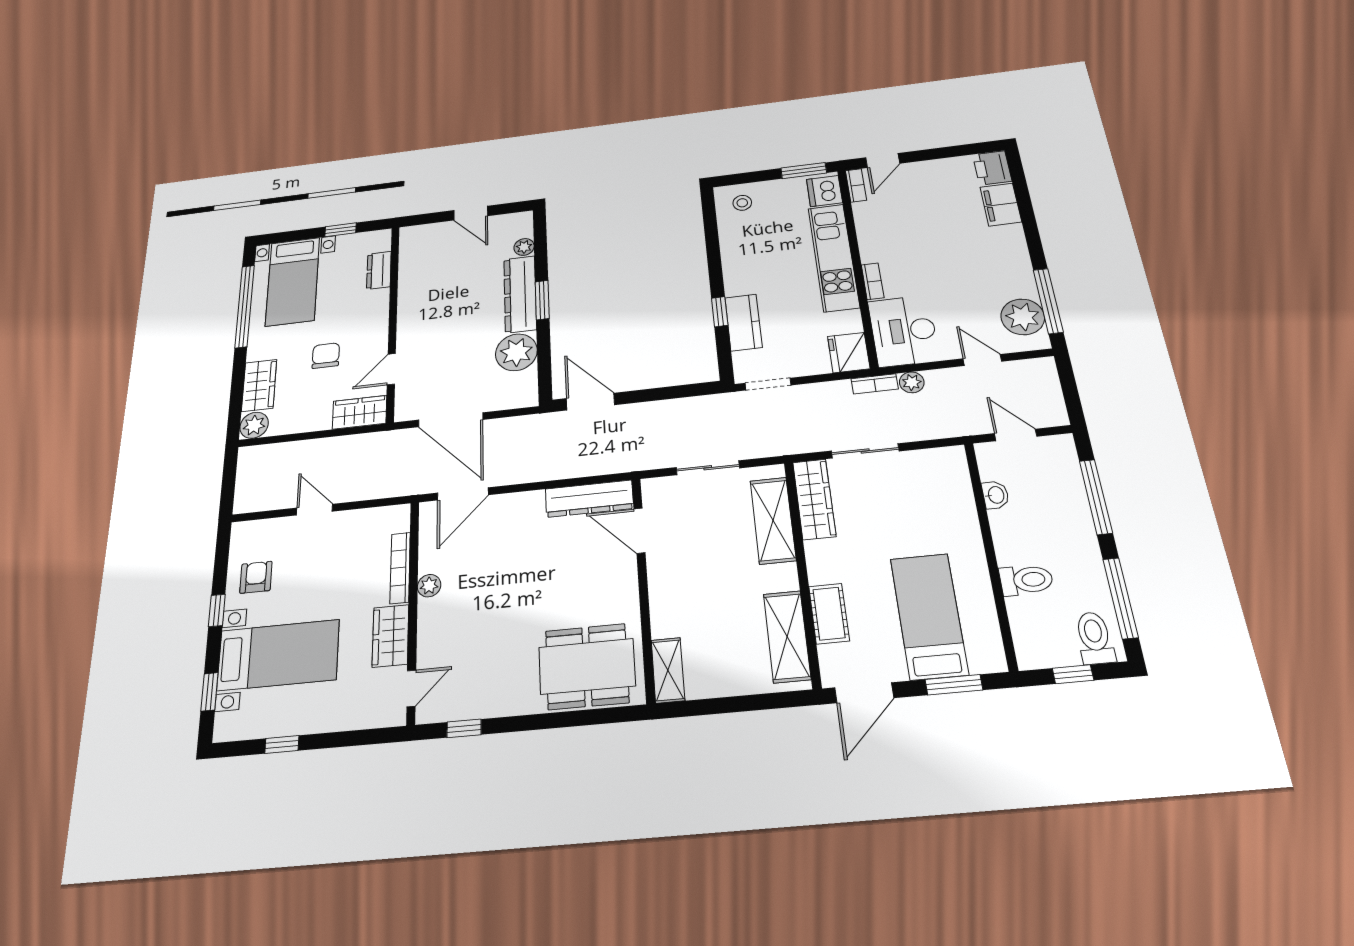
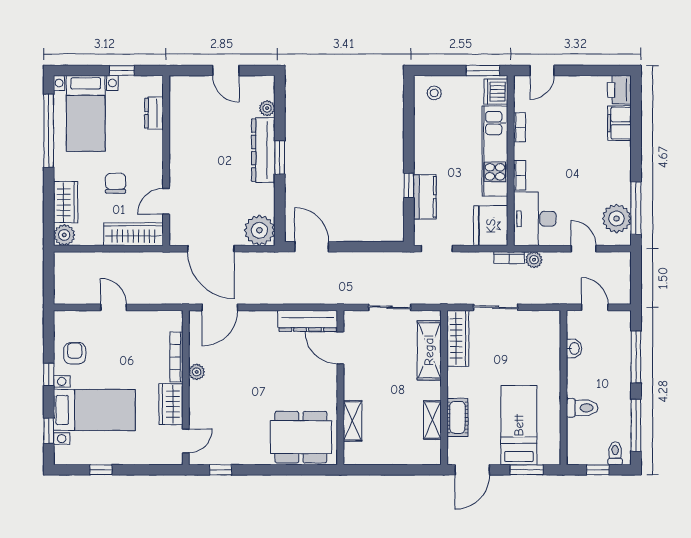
bookcase: (856, 185) -> (519, 127), moved
plant: (516, 352) -> (259, 230), moved
fridge: (849, 353) -> (491, 226), width x1.36, depth x1.34
wardrobe: (360, 412) -> (133, 234), width x1.50
shelving: (787, 636) -> (432, 420), width x0.67, depth x0.75
toilet: (1095, 638) -> (615, 453), width x0.73, depth x0.72
shelving: (668, 670) -> (352, 421), moved

